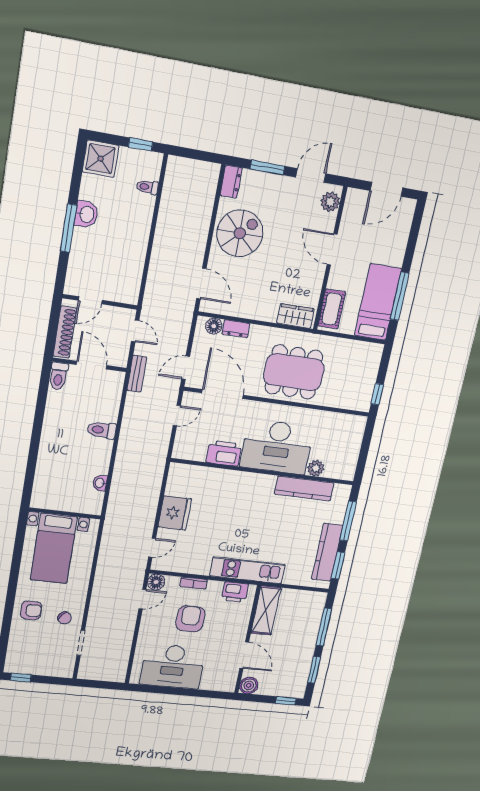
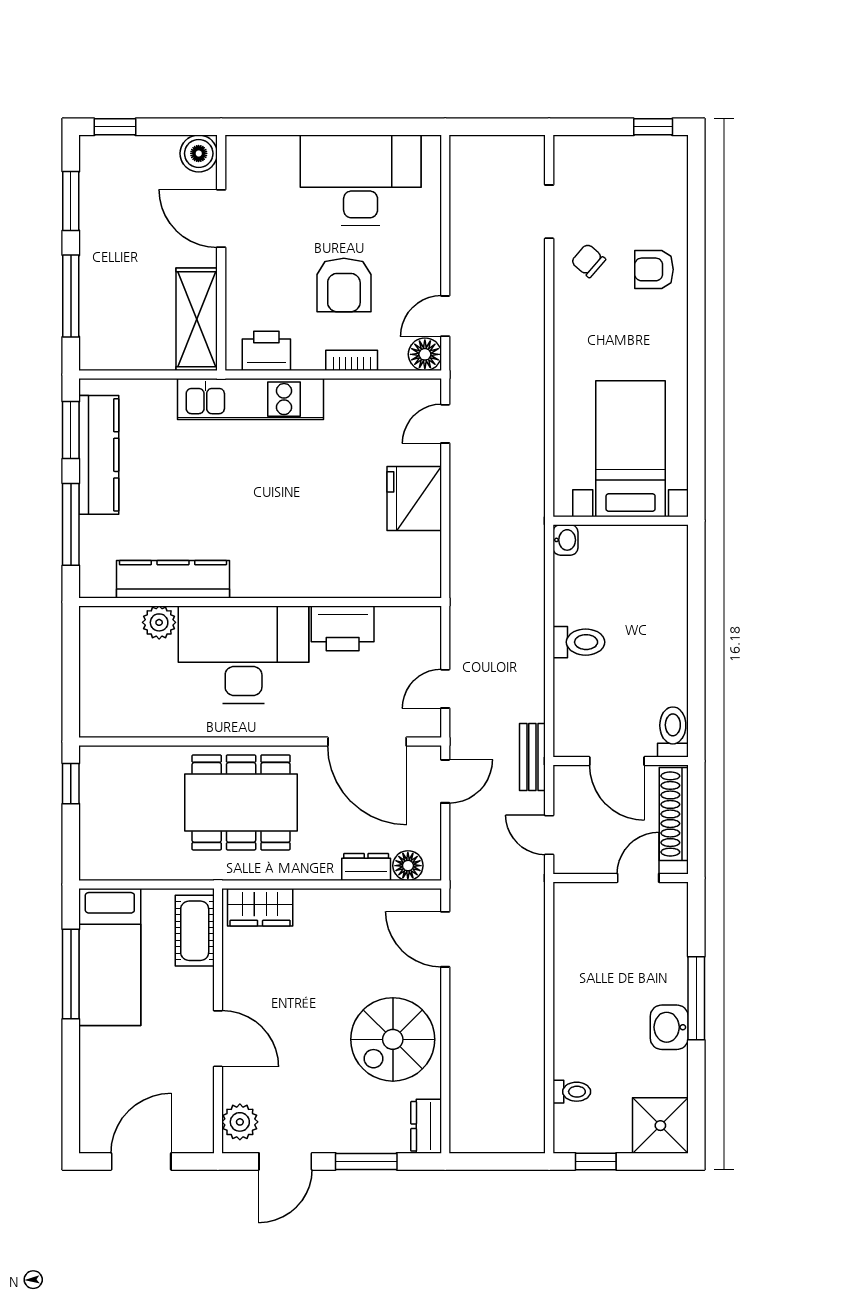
wall: (65, 513) -> (621, 521), moved
bed with nightstands: (54, 548) -> (631, 449), moved

